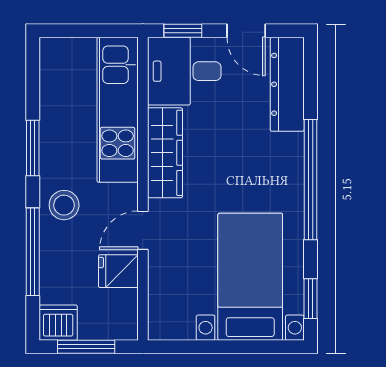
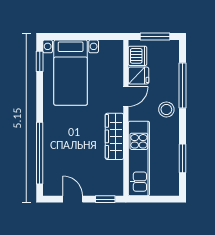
desk: (184, 71) -> (105, 178), removed
dresser: (287, 84) -> (52, 172), removed
window: (33, 148) -> (183, 158), moved
window: (310, 180) -> (40, 153), moved
dishwasher: (58, 323) -> (137, 56), moved, turned -90

